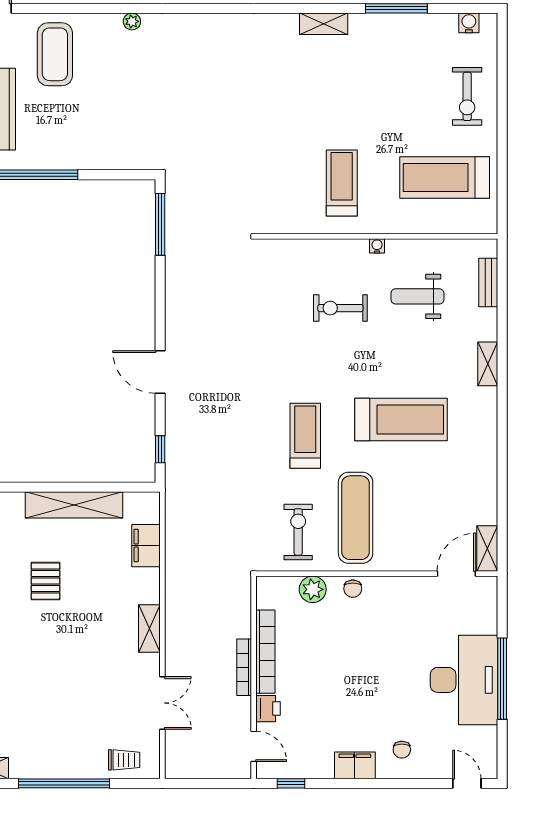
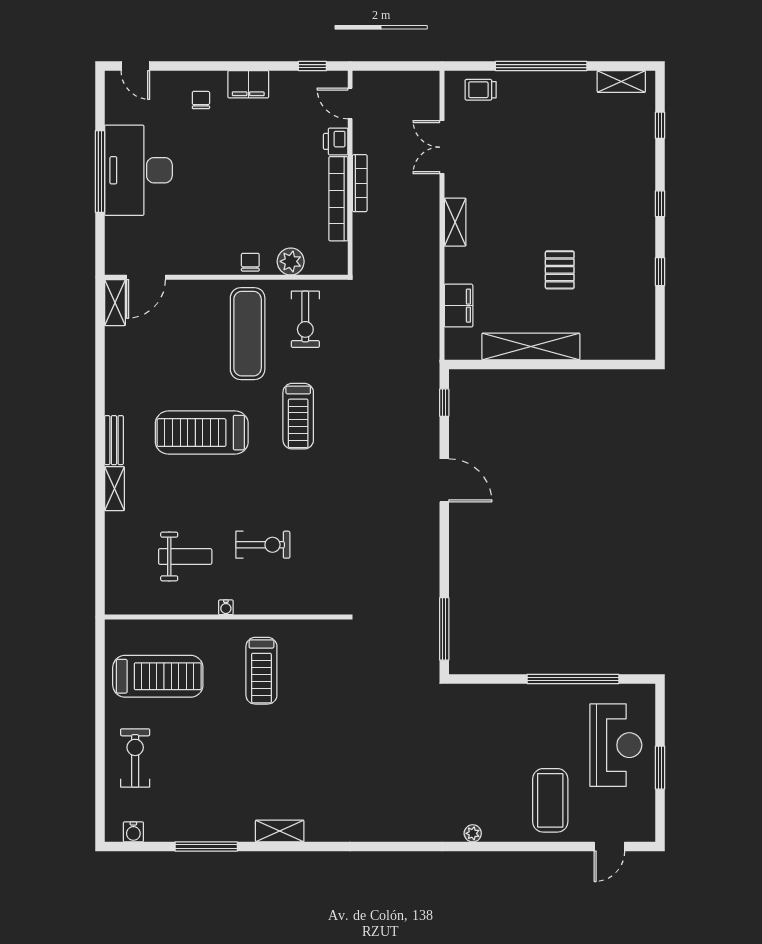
bench: (488, 283) -> (114, 440), moved

